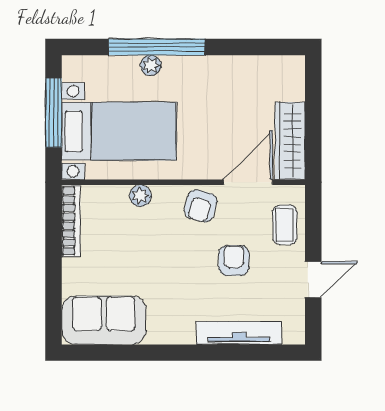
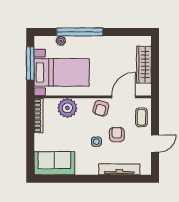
plant: (151, 65) -> (61, 41), moved
wardrobe: (290, 141) -> (144, 65), moved
plant: (140, 196) -> (67, 108), width x1.87, depth x1.87
side table: (191, 275) -> (96, 142), added

